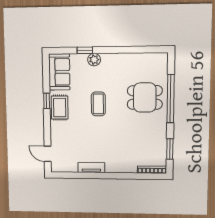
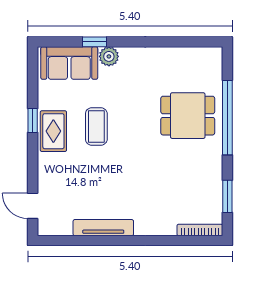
sofa: (59, 72) -> (69, 63), moved, turned 90
coffee table: (98, 104) -> (96, 126), moved
tv unit: (91, 168) -> (103, 228), width x1.41

